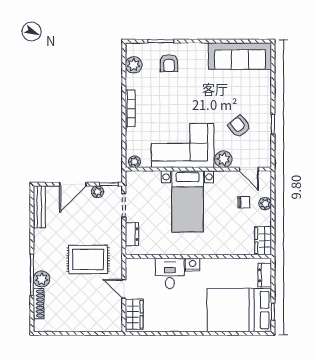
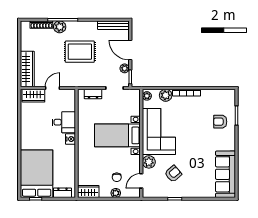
plant: (134, 65) -> (166, 95), moved
rug: (88, 259) -> (80, 52), moved, turned 90
wardrobe: (98, 323) -> (27, 69), added

